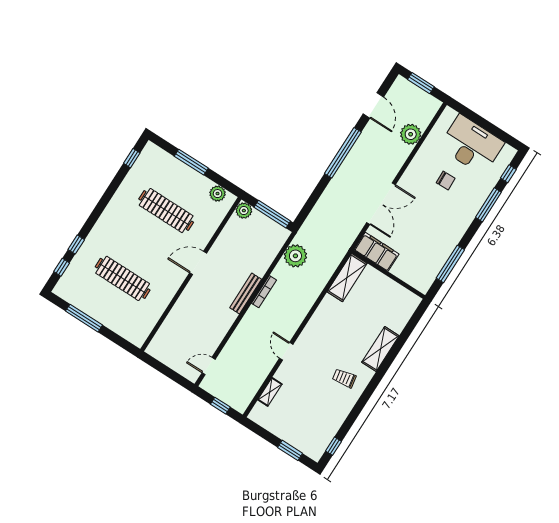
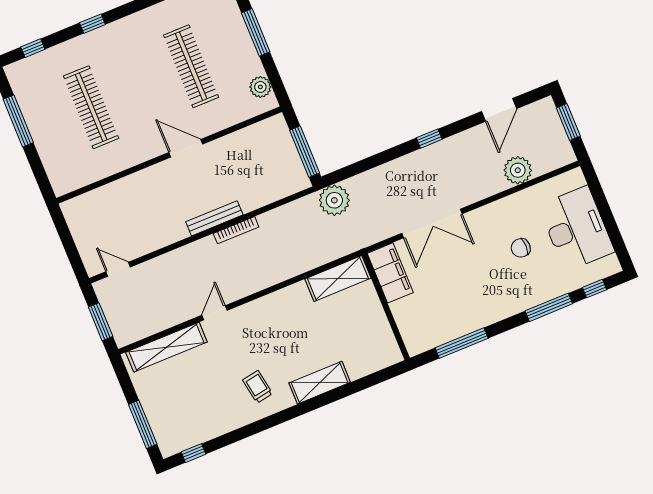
window: (343, 153) -> (429, 139), width x0.32
chair: (446, 180) -> (521, 248), turned 92
plant: (244, 211) -> (276, 126), removed
window: (76, 245) -> (92, 24), moved
plant: (295, 256) -> (334, 200), moved
shelving: (270, 392) -> (166, 347), width x2.20, depth x1.33
window: (220, 406) -> (101, 322), width x1.50
window: (290, 450) -> (143, 424), width x1.44

